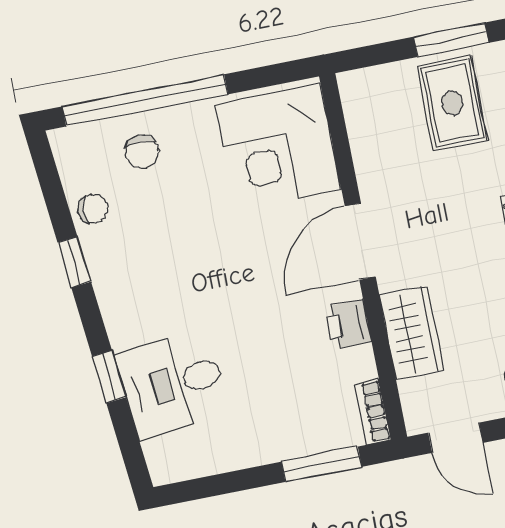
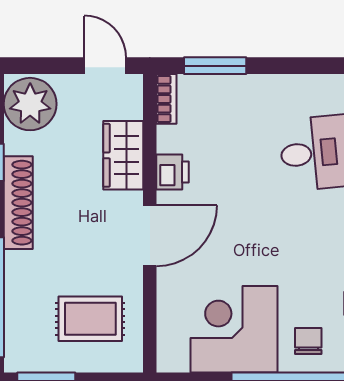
rug: (452, 103) -> (90, 319), moved, turned 90
corner desk: (278, 147) -> (234, 329), moved, turned -90

